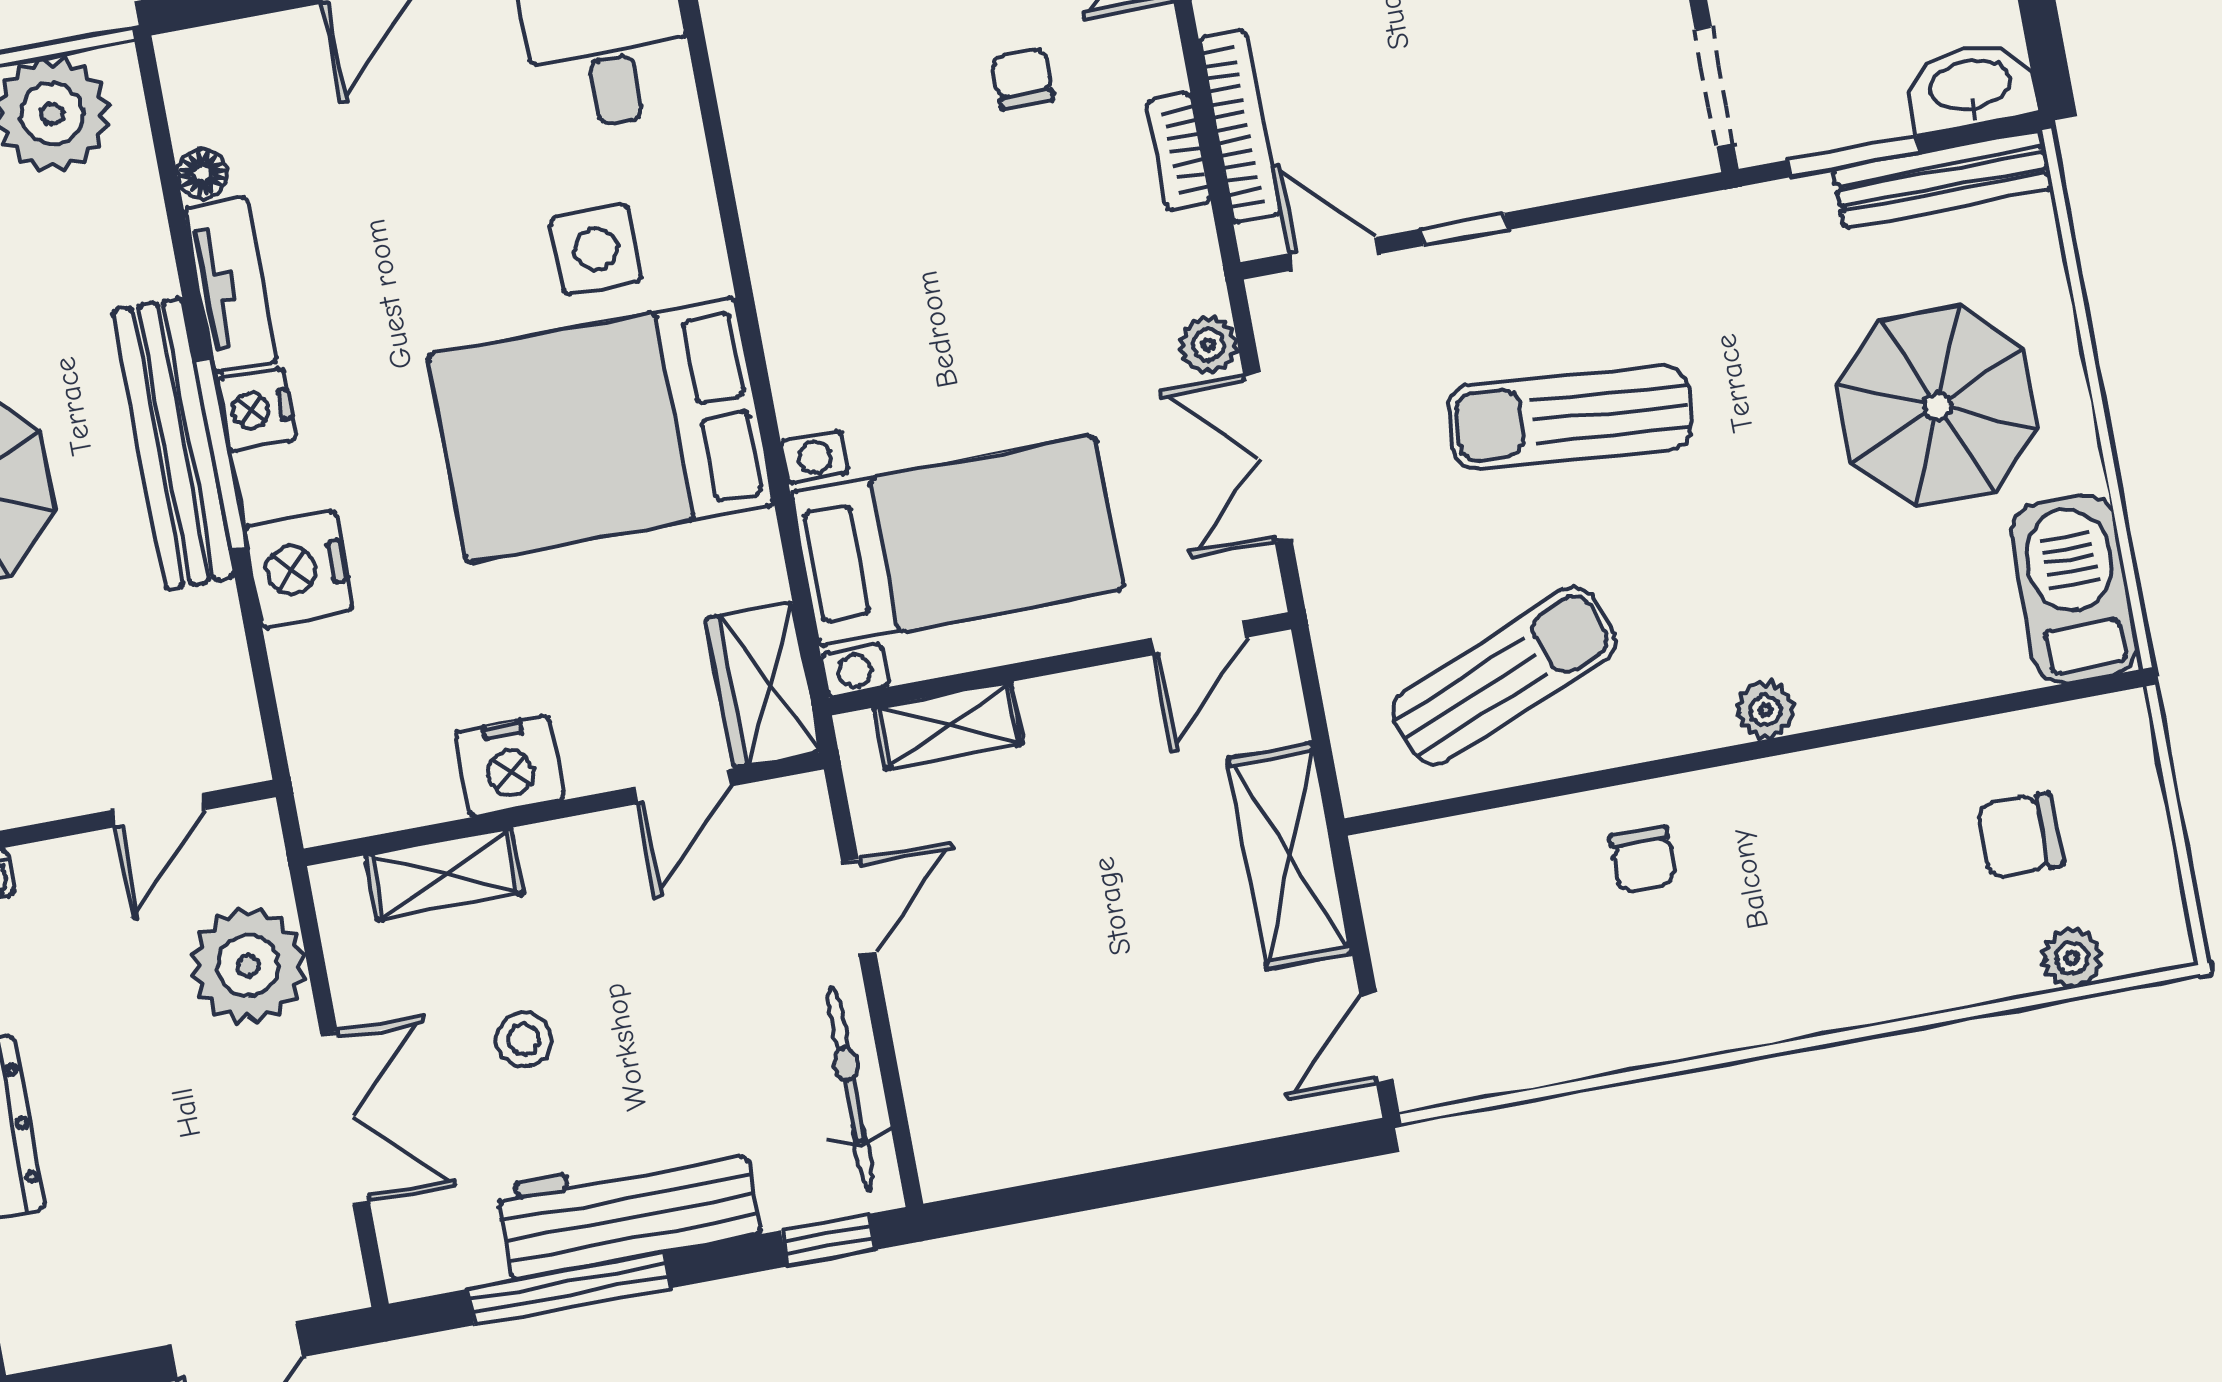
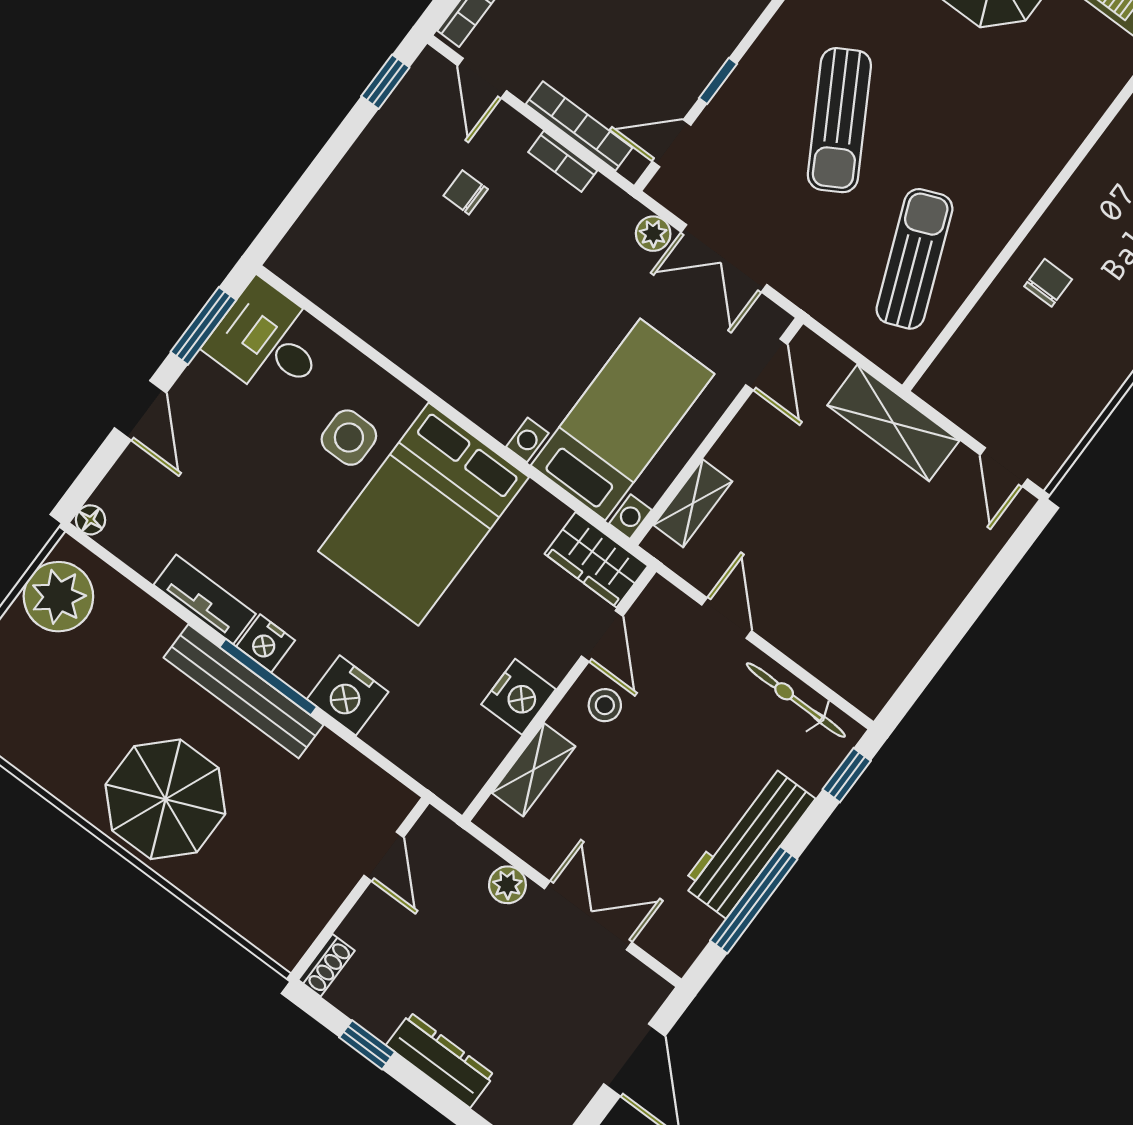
floor lamp: (202, 174) -> (90, 520), moved
sun lounger: (1570, 417) -> (839, 120), turned -35
plant: (1765, 710) -> (1042, 169), removed
chair: (1643, 859) -> (1048, 283), turned -90
plant: (248, 966) -> (507, 885), width x0.53, depth x0.53
stool: (524, 1040) -> (605, 705), moved

